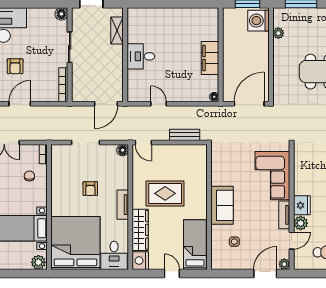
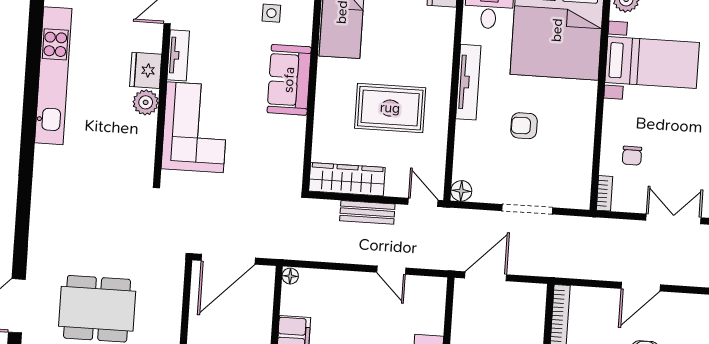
bench: (185, 135) -> (367, 212), moved
armchair: (90, 189) -> (524, 126), turned -90
tv unit: (123, 205) -> (468, 82), width x1.41
plant: (301, 223) -> (146, 102), moved
wardrobe: (140, 230) -> (347, 179), moved, turned 90

